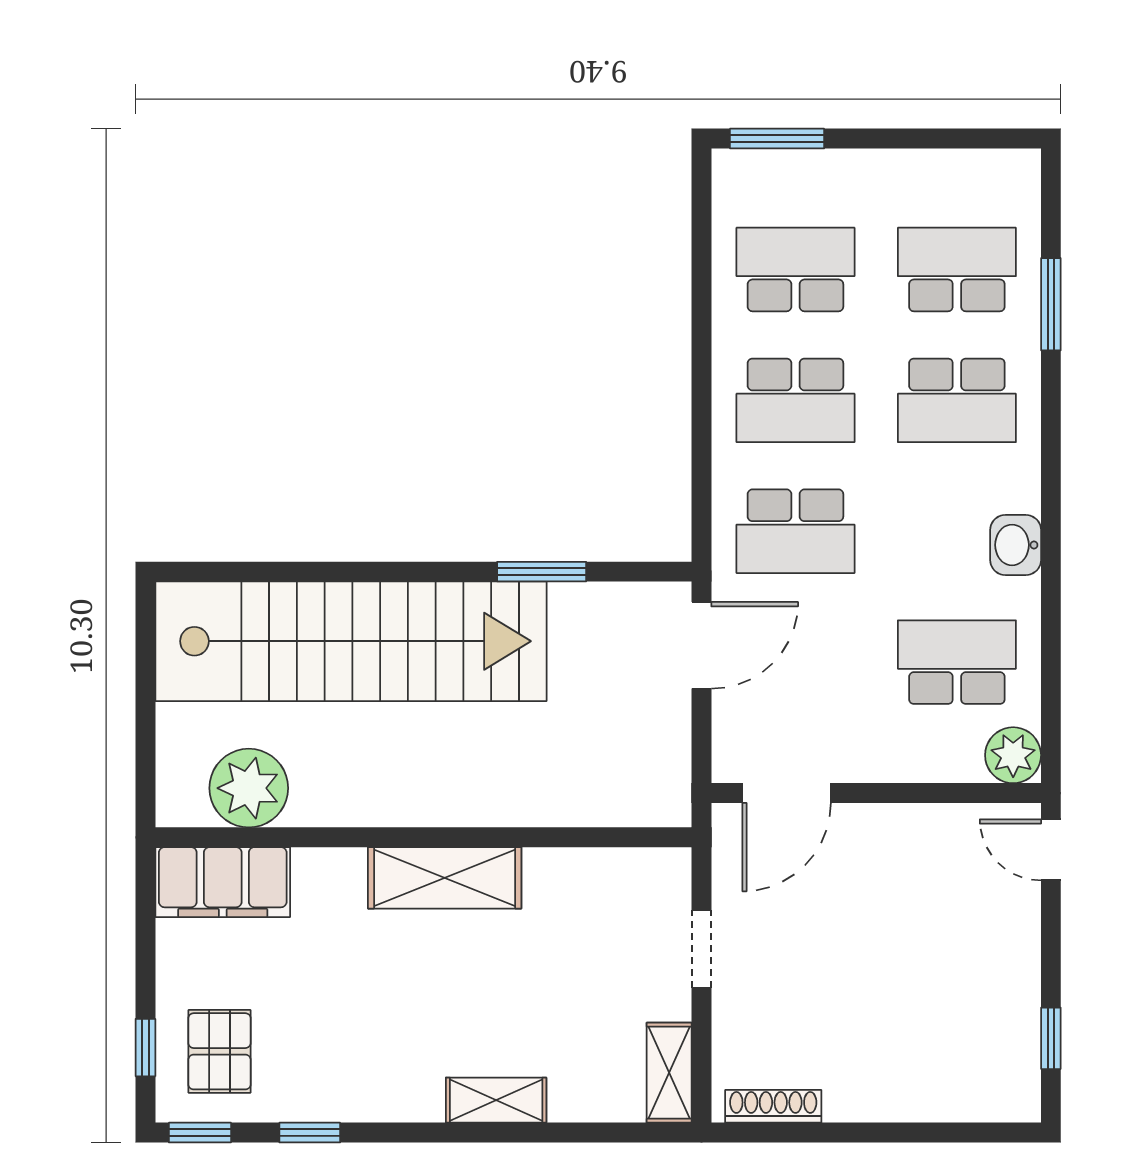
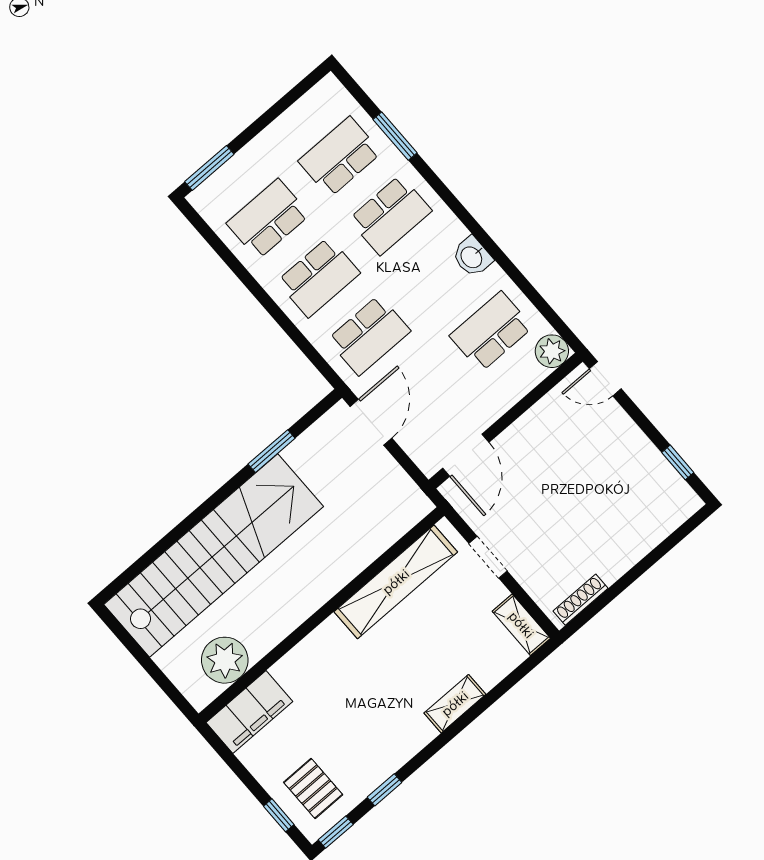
shelving: (445, 878) -> (396, 582), moved, width x1.47

